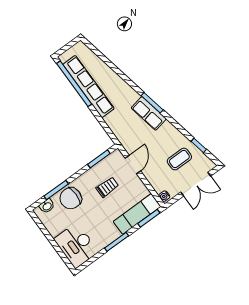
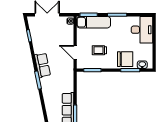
row of seats: (149, 113) -> (42, 65), moved
coffee table: (179, 159) -> (46, 36), removed
door: (133, 165) -> (75, 52), hinge flipped

